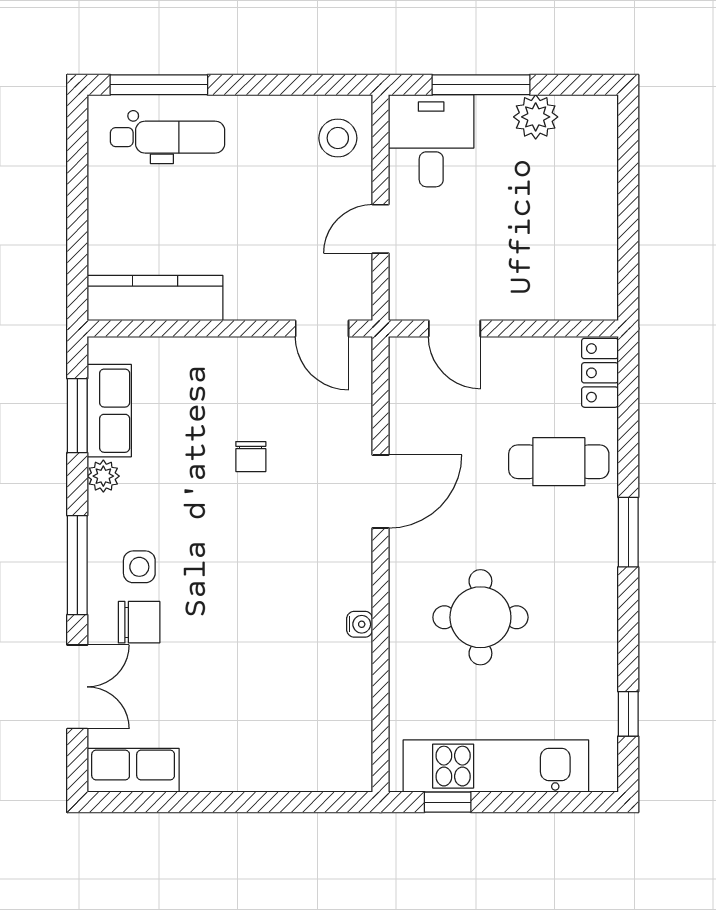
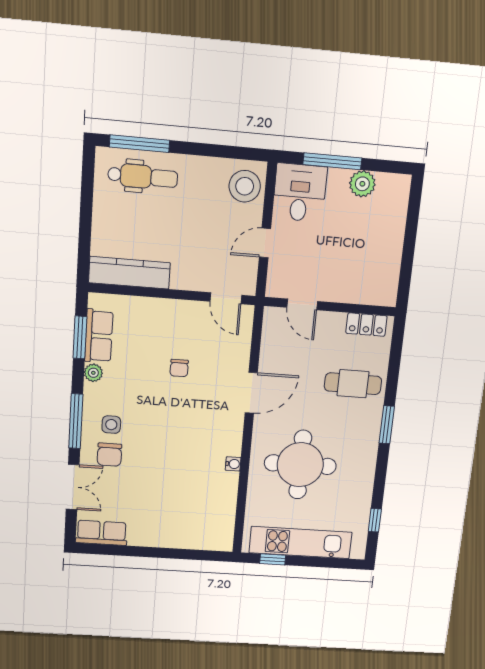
stool: (338, 138) -> (245, 186), width x1.38, depth x1.38
locker: (600, 373) -> (366, 325), moved, turned -90
round table: (480, 617) -> (300, 465), width x1.36, depth x1.36
chair: (139, 622) -> (109, 455), turned 90

